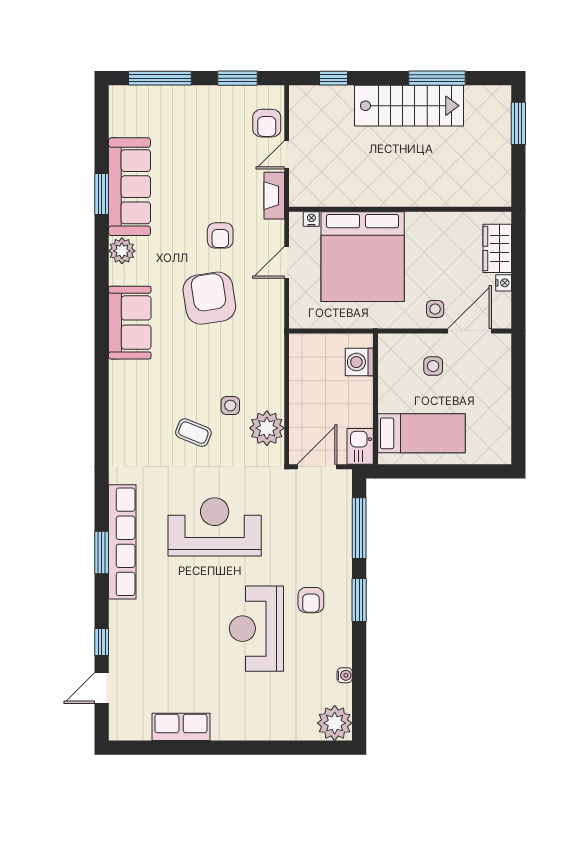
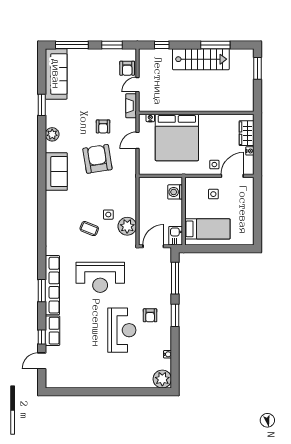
sofa: (130, 187) -> (56, 74), moved
reception desk: (215, 527) -> (100, 277), turned 180
reception desk: (256, 629) -> (122, 330), turned 180
row of seats: (181, 727) -> (52, 331), moved, turned 90

